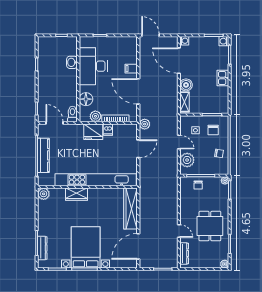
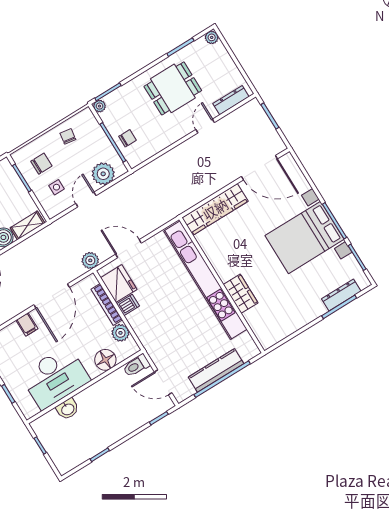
door: (55, 123) -> (163, 382), hinge flipped
fridge: (93, 132) -> (119, 284), moved
plant: (44, 194) -> (267, 338), removed

